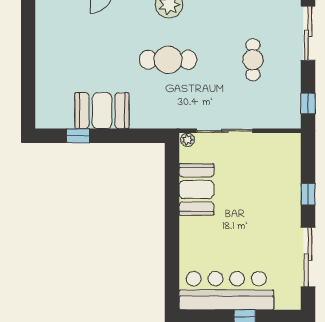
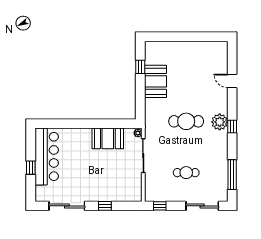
cafe table: (168, 60) -> (186, 121), turned 90

